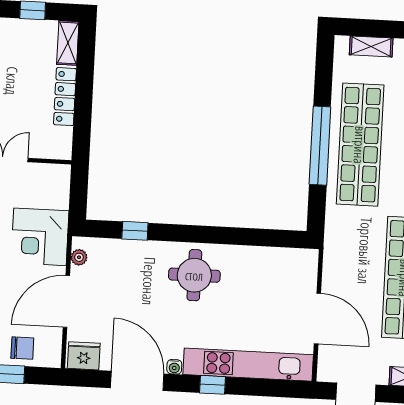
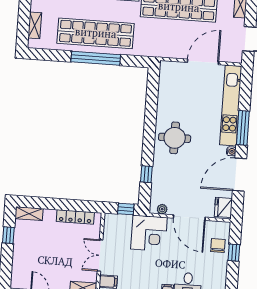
locker: (65, 97) -> (75, 217), moved
window: (78, 199) -> (126, 209), added
window: (213, 385) -> (243, 128), width x2.17

